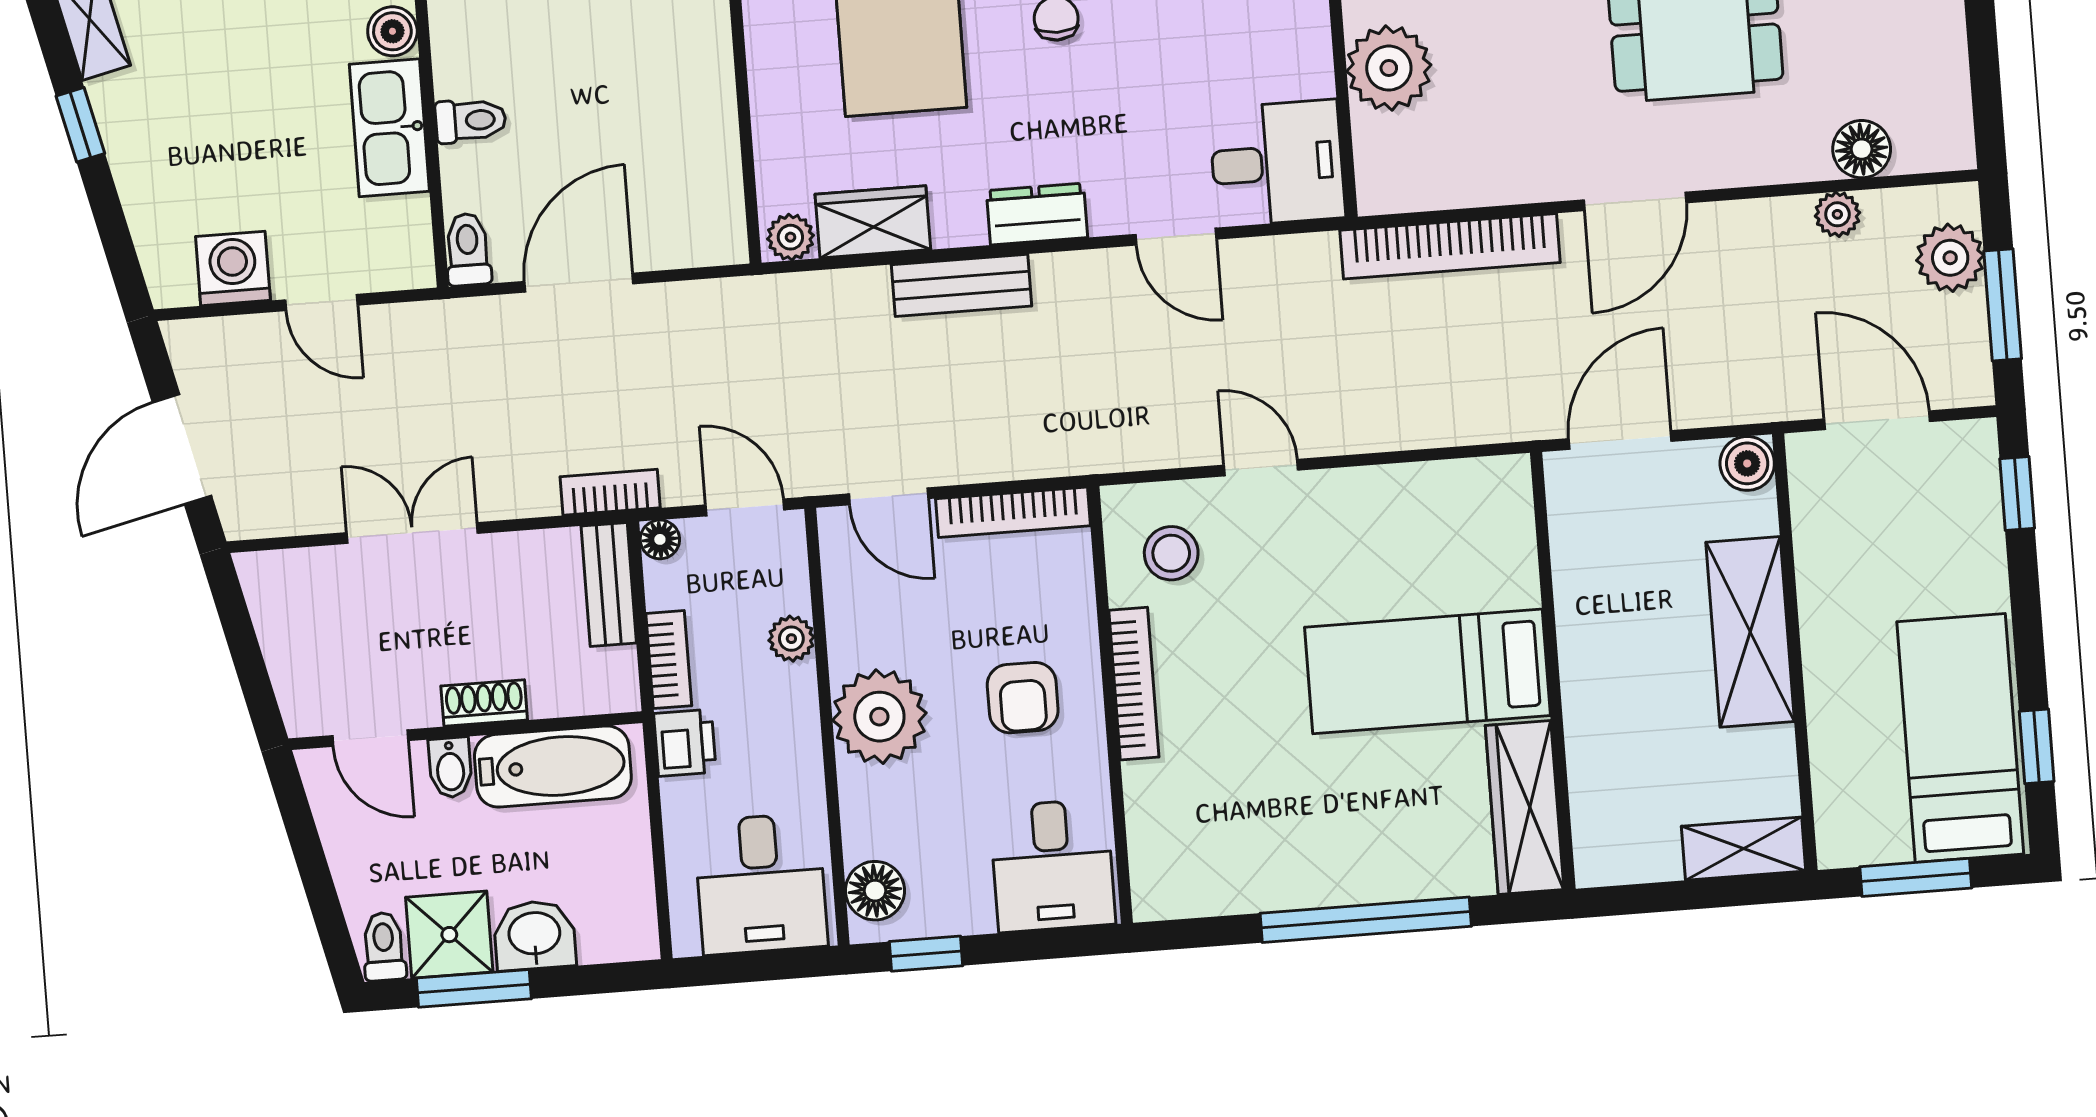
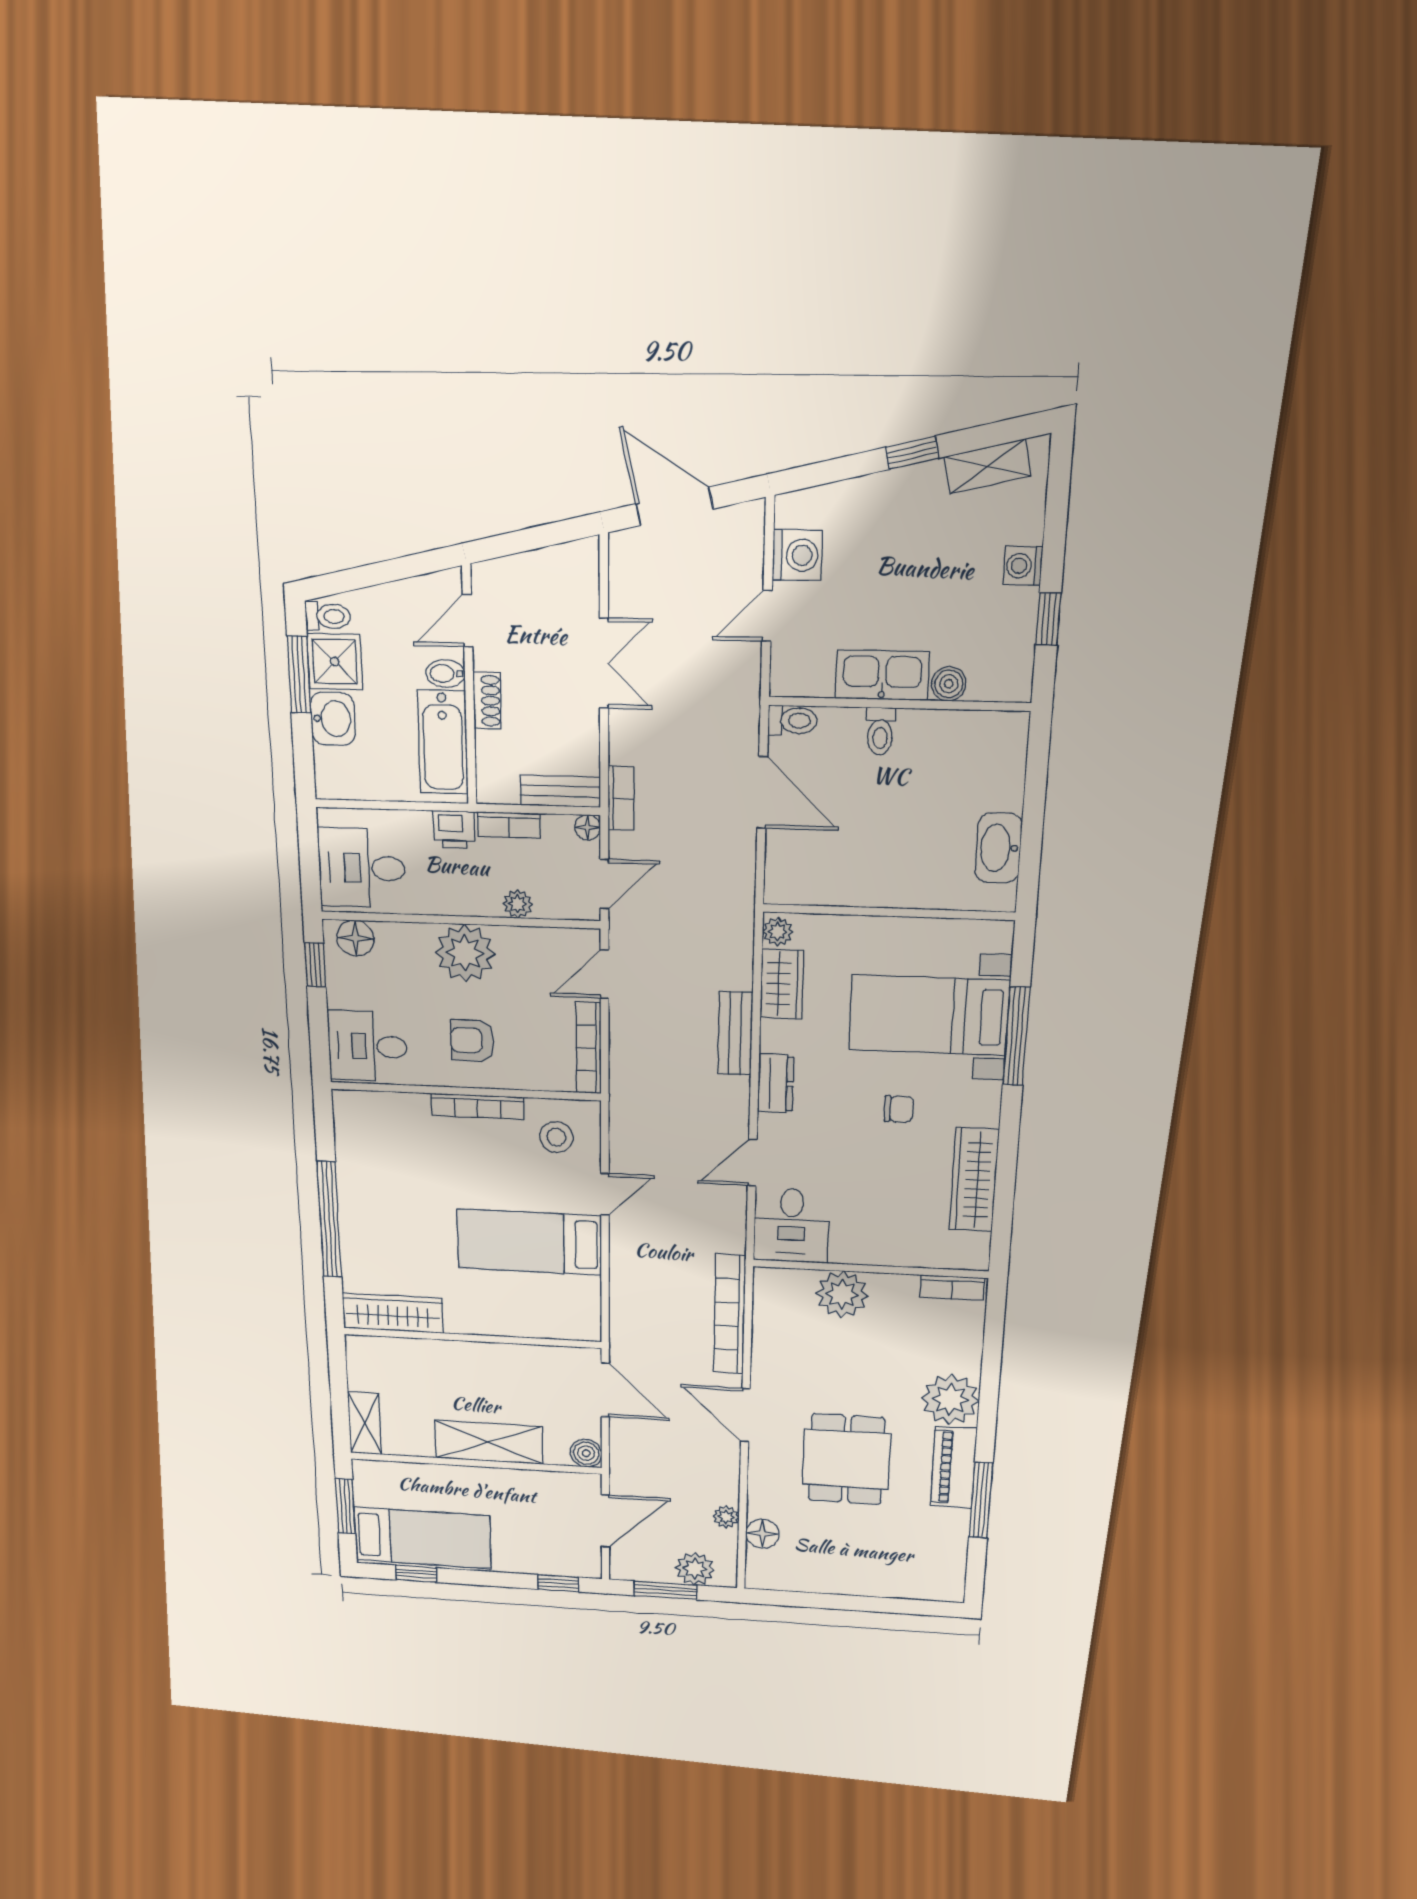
bed: (1428, 671) -> (529, 1242), moved, turned -90

